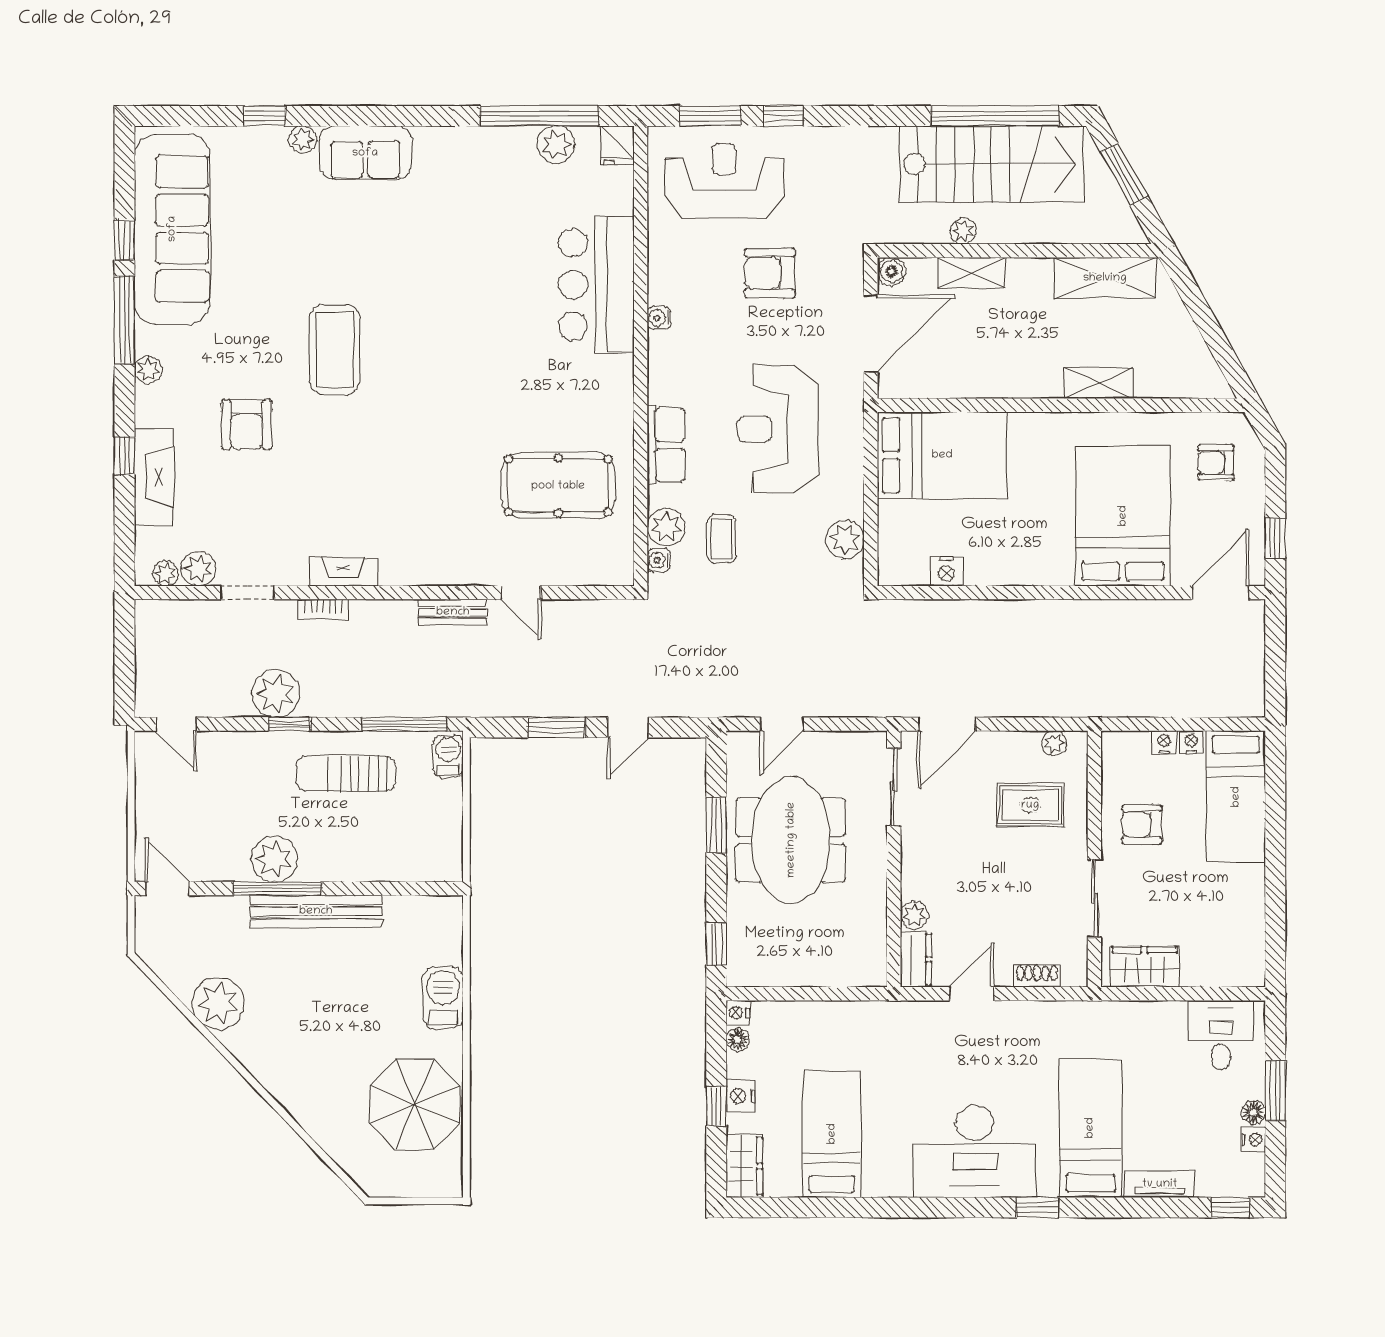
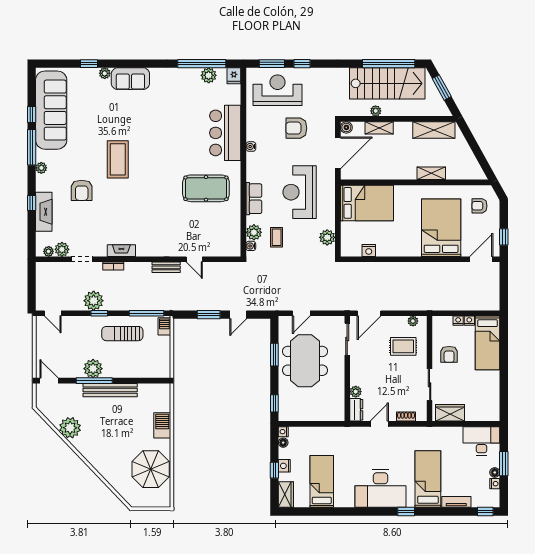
pool table: (558, 486) -> (206, 188), moved
armchair: (1142, 824) -> (449, 354), turned -90
desk: (1221, 1035) -> (481, 441), width x1.37

